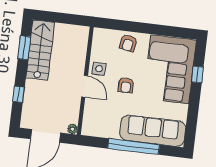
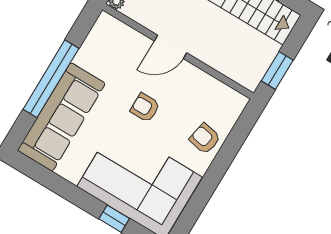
window: (71, 19) -> (277, 70), added
side table: (99, 69) -> (187, 79), removed

